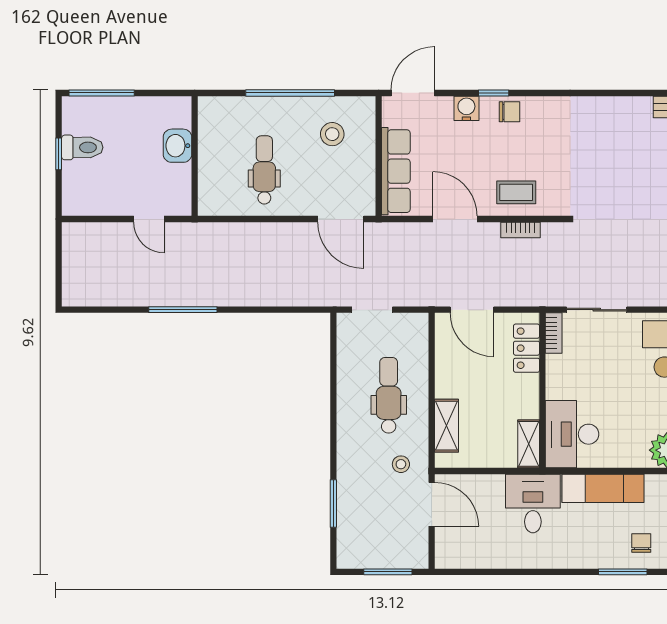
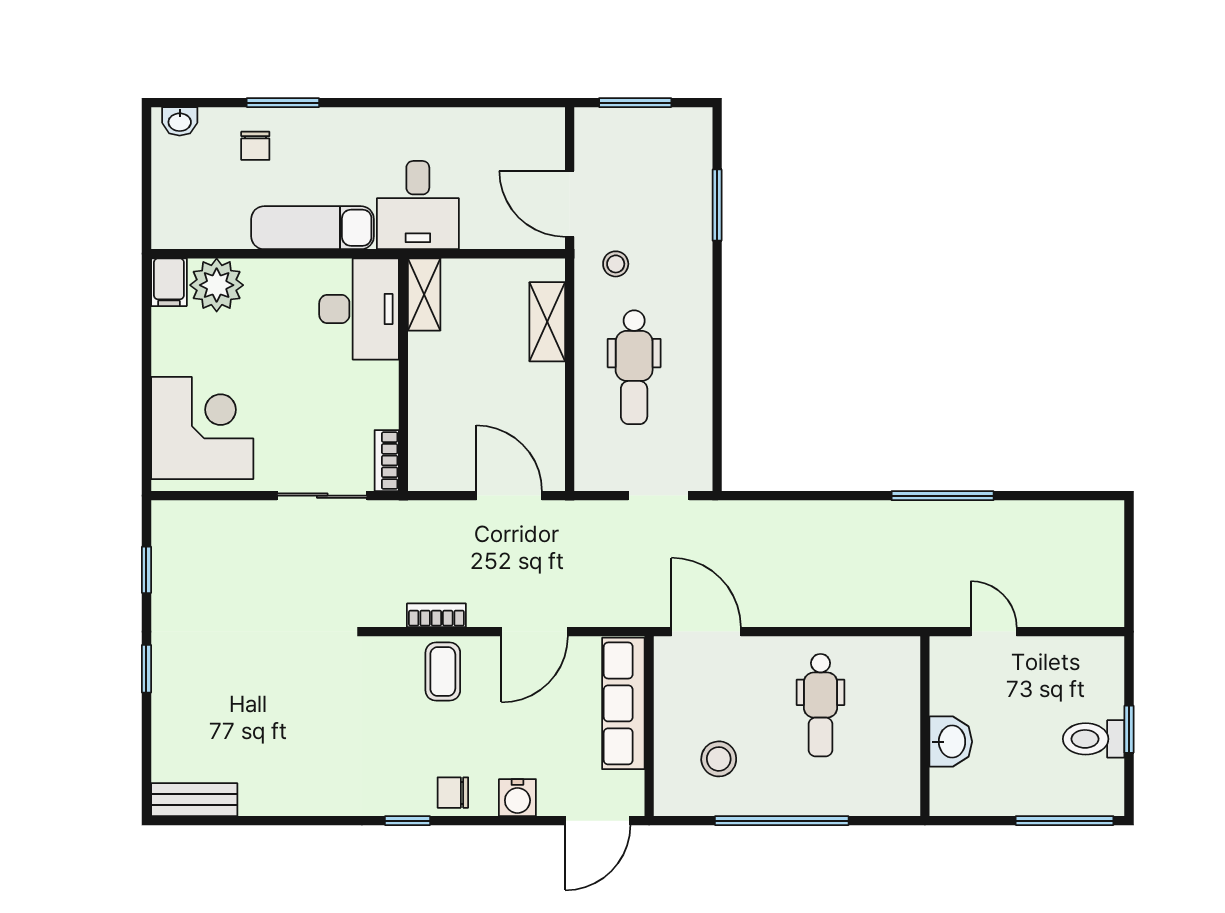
window: (494, 93) -> (407, 821), moved
coffee table: (516, 192) -> (443, 672), turned 90
door: (455, 219) -> (535, 632), hinge flipped
locker: (527, 348) -> (427, 438), removed

